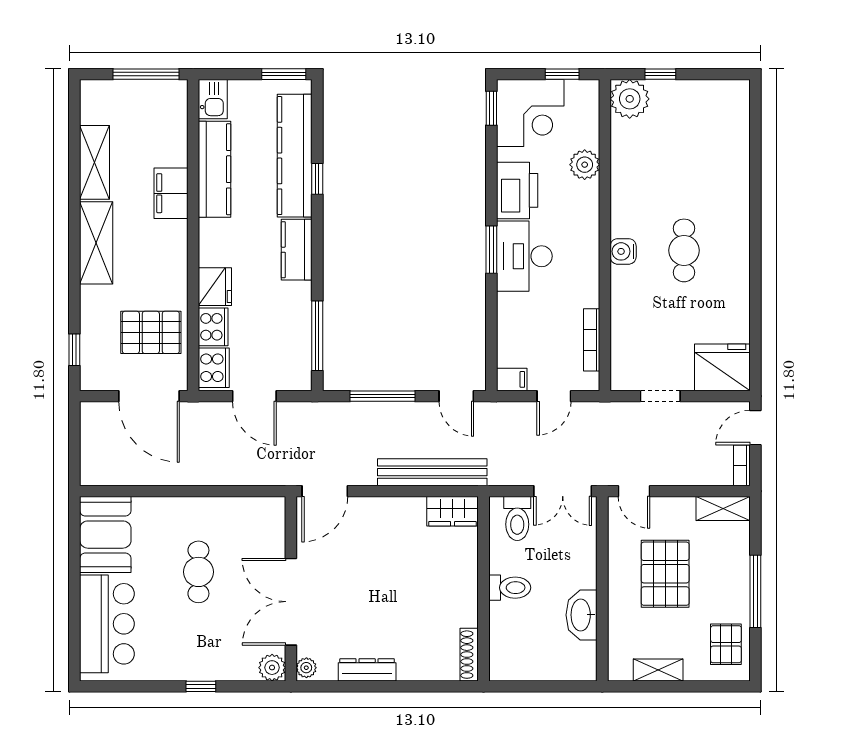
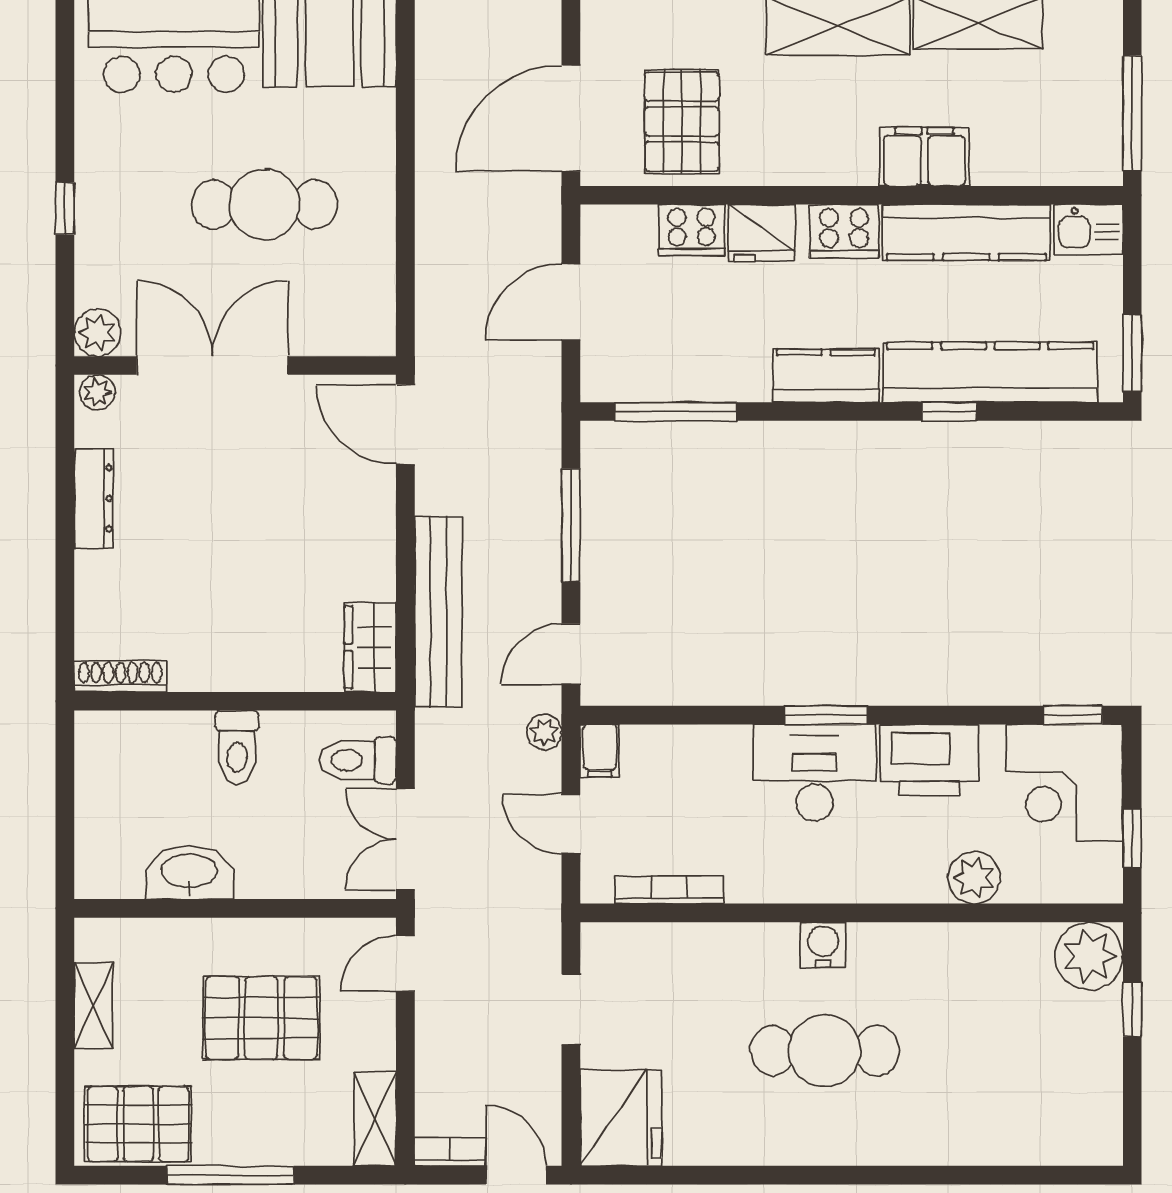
cafe table: (684, 250) -> (825, 1051), width x1.37, depth x1.35
cooker: (214, 368) -> (844, 231), moved
plant: (501, 411) -> (544, 732), added
cafe table: (198, 572) -> (264, 204), width x1.37, depth x1.35
pallet: (726, 644) -> (138, 1124), width x1.50, depth x1.42

